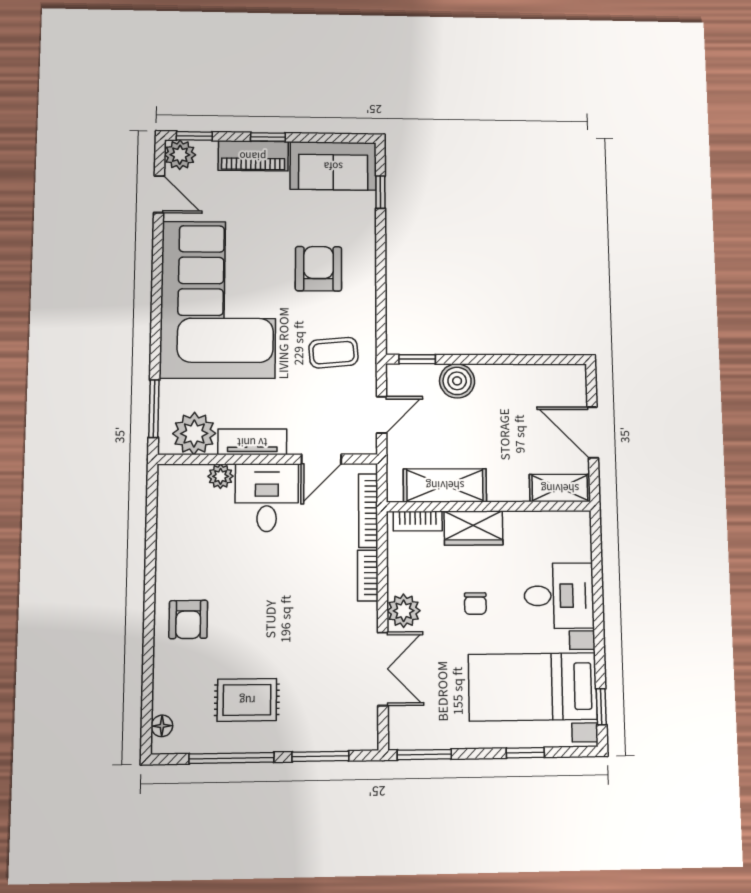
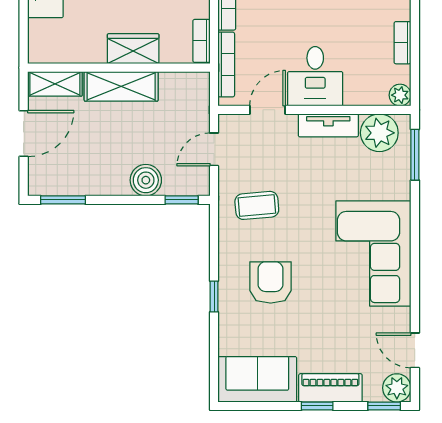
window: (380, 192) -> (214, 297), moved
armchair: (318, 269) -> (271, 282), turned 180
corner sofa: (218, 299) -> (373, 254), width x0.73, depth x0.74
window: (548, 360) -> (63, 200), added
door: (593, 432) -> (24, 133), hinge flipped
plant: (221, 476) -> (400, 95), moved
shelving: (445, 485) -> (121, 86), moved
bookcase: (418, 521) -> (201, 41), moved, turned -90
bookcase: (165, 537) -> (403, 43), added

